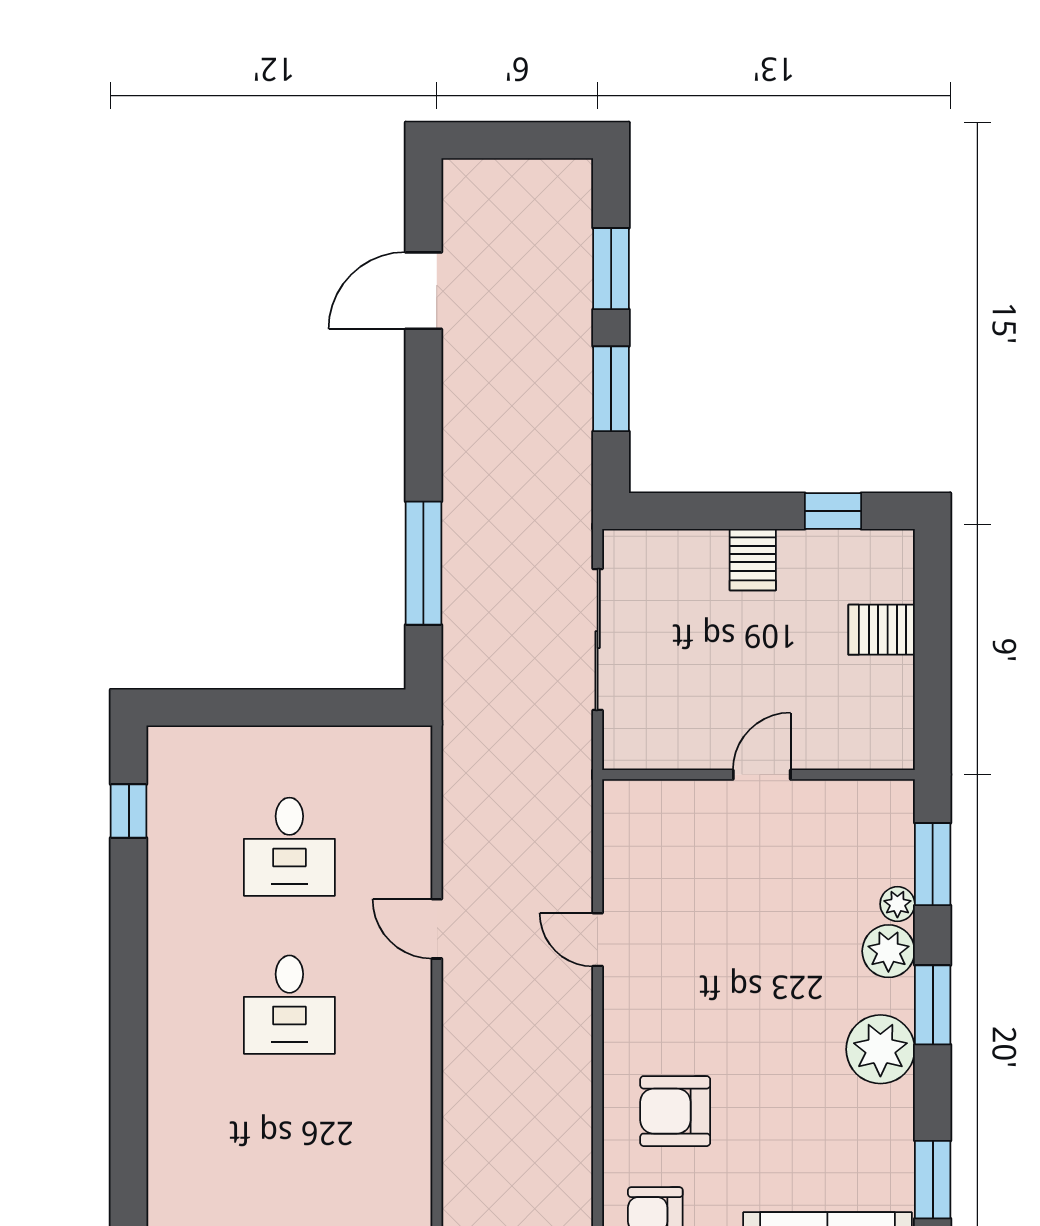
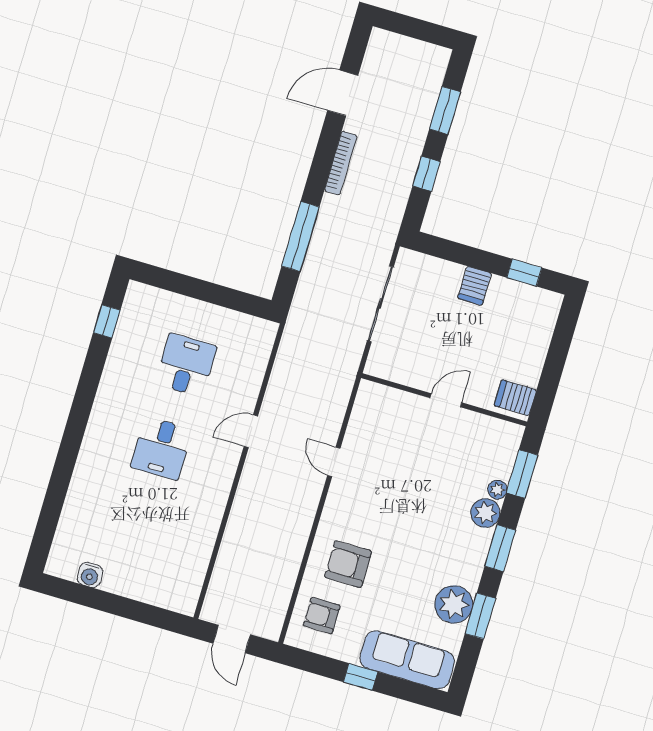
window: (611, 389) -> (426, 174), width x0.67
bookcase: (456, 414) -> (341, 163), added
server rack: (882, 630) -> (515, 398), moved
desk: (289, 847) -> (186, 365), turned 180
door: (437, 929) -> (251, 431), hinge flipped
plant: (880, 1049) -> (454, 604), moved
window: (933, 1180) -> (480, 616), moved

